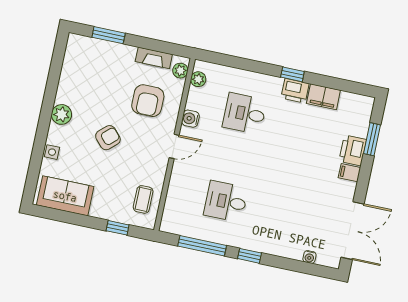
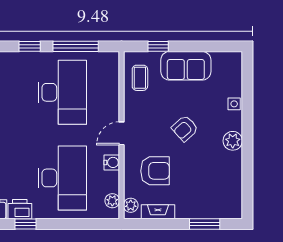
armchair: (148, 101) -> (155, 171), turned 90
desk: (245, 113) -> (62, 178), width x1.87, depth x1.30
sofa: (65, 196) -> (186, 66), moved
desk: (226, 201) -> (62, 92), width x1.87, depth x1.30

